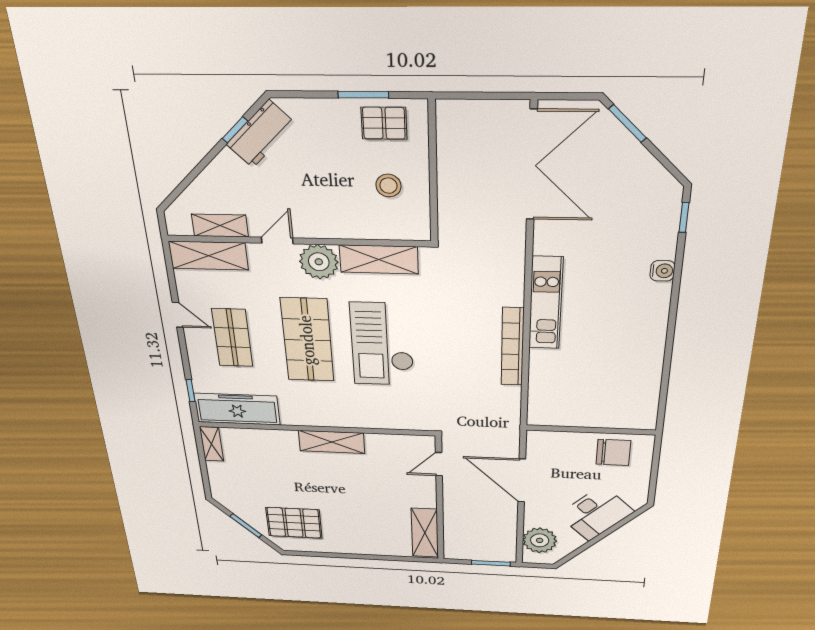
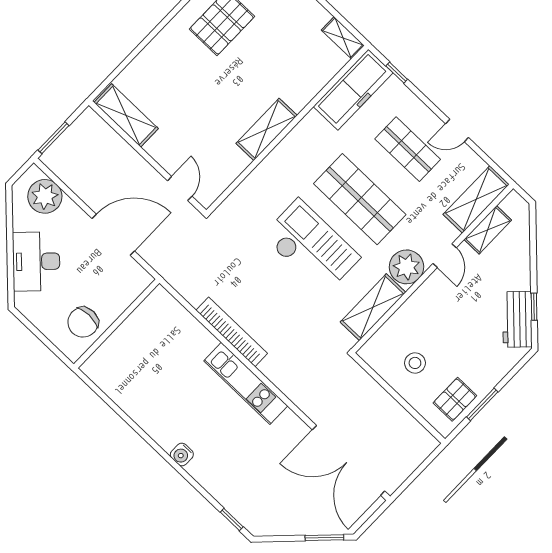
water cooler: (663, 271) -> (182, 454), moved

